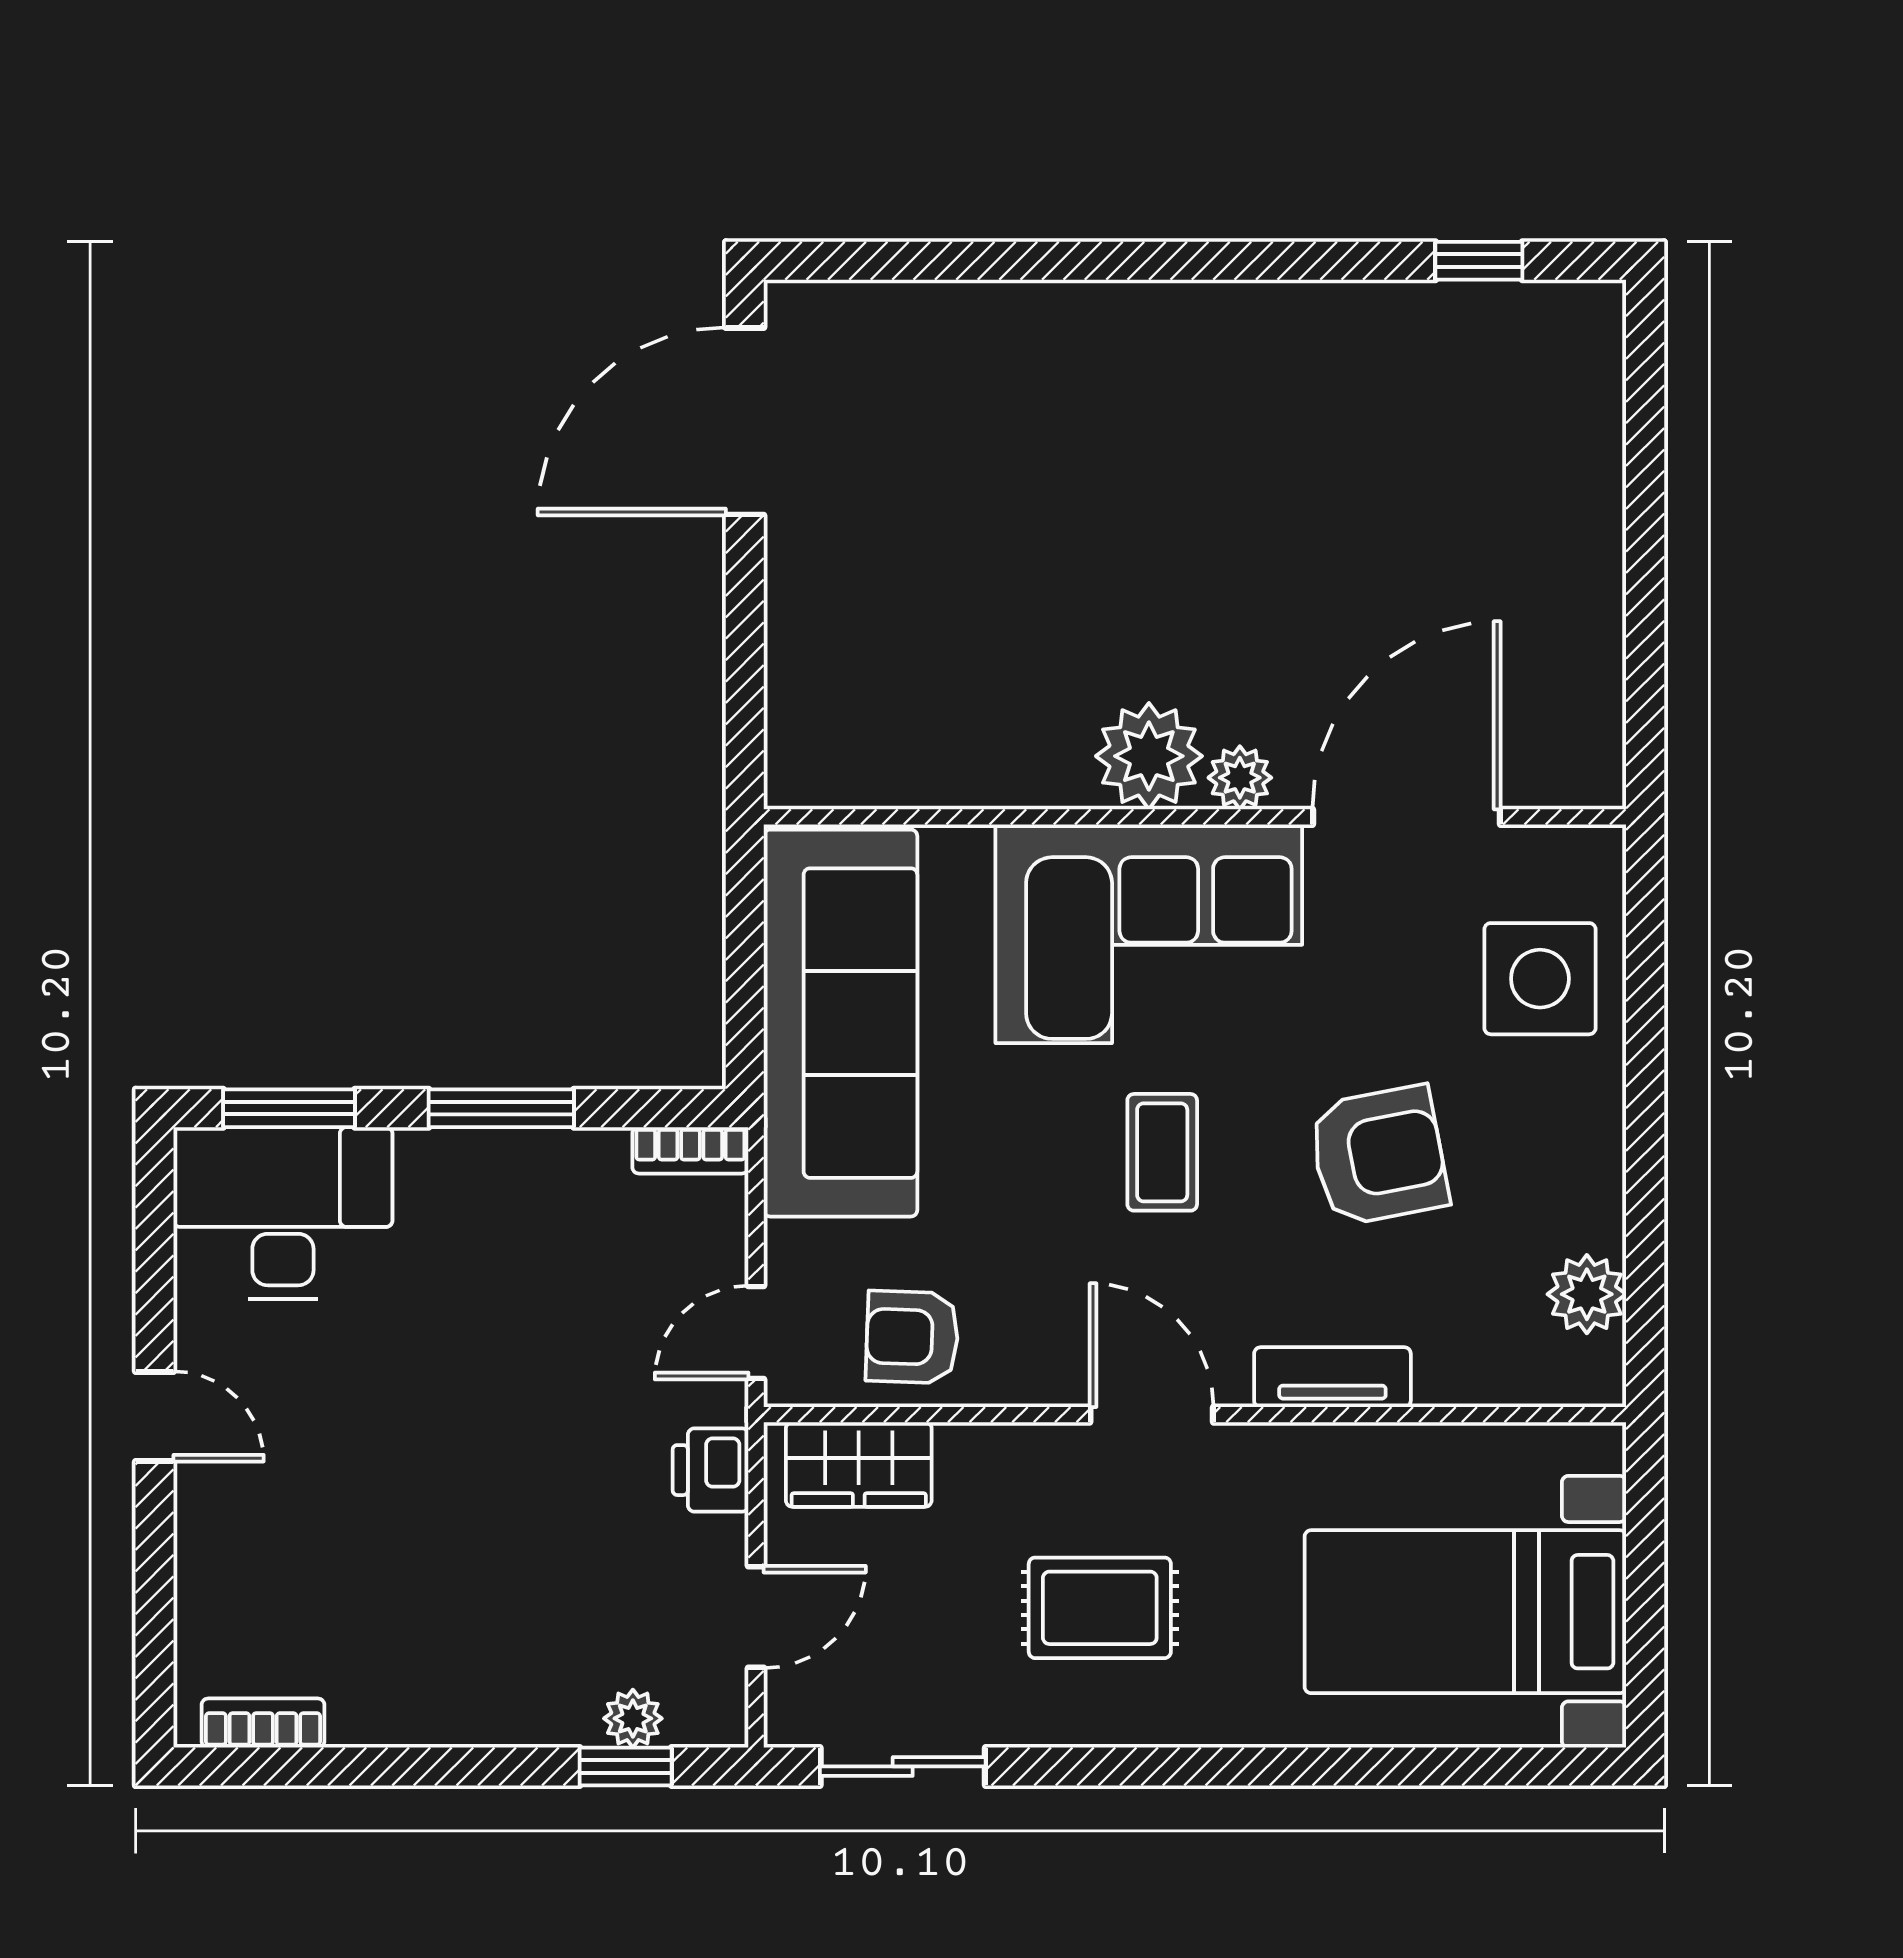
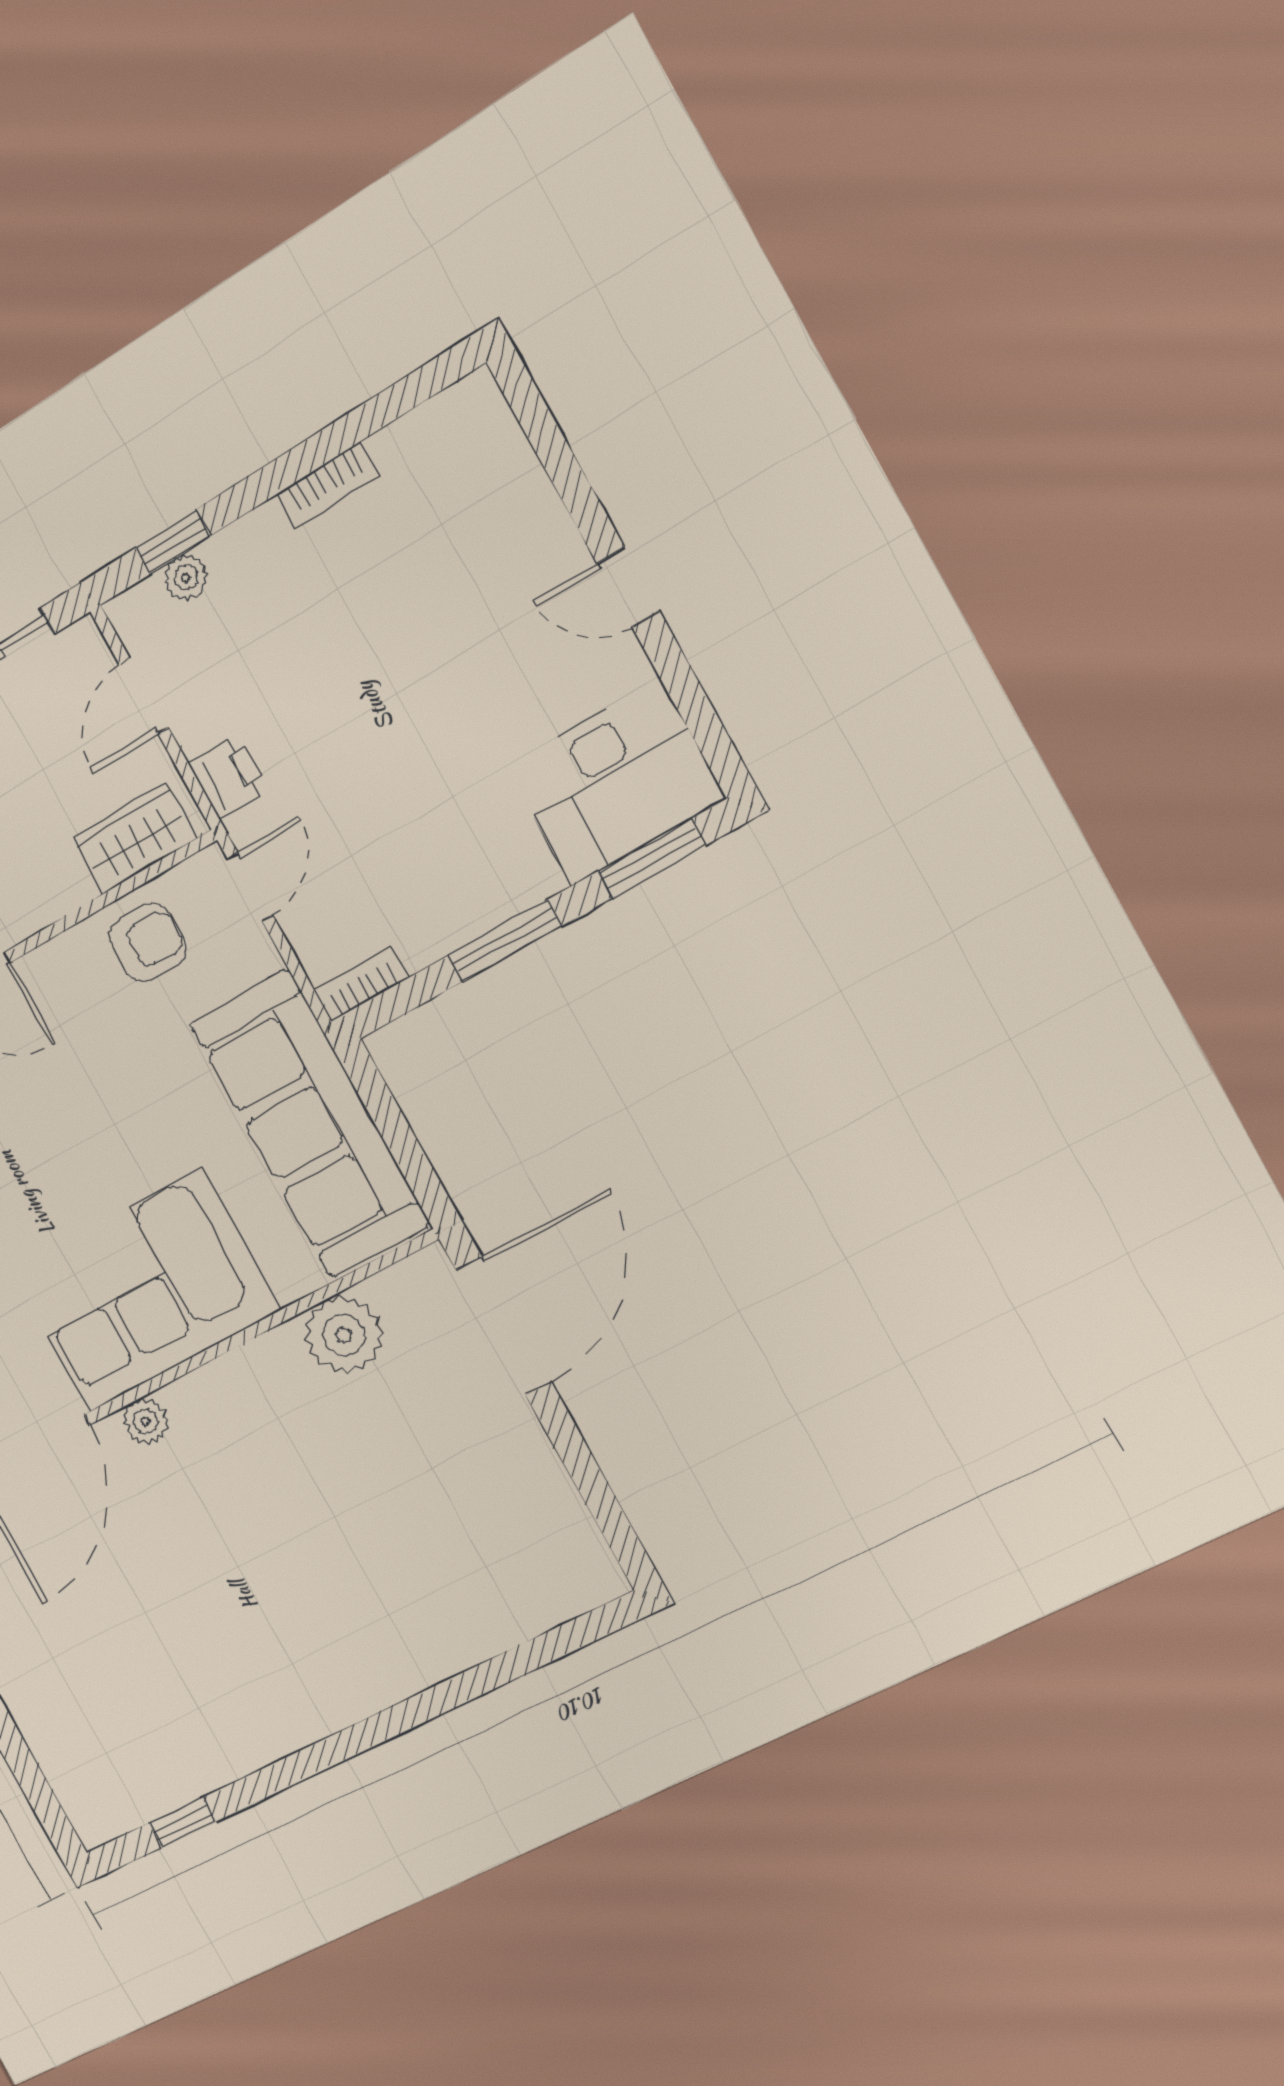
door: (745, 421) -> (504, 1326), moved
plant: (1149, 756) -> (344, 1335), moved
coffee table: (1162, 1152) -> (59, 1154), removed
bookcase: (263, 1723) -> (328, 485), moved

